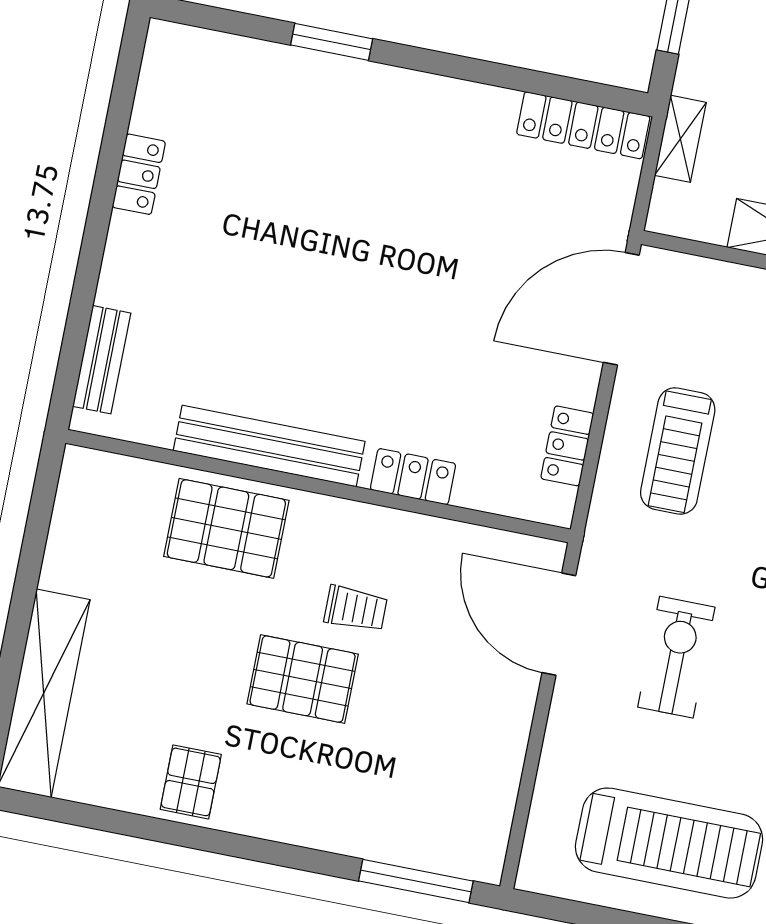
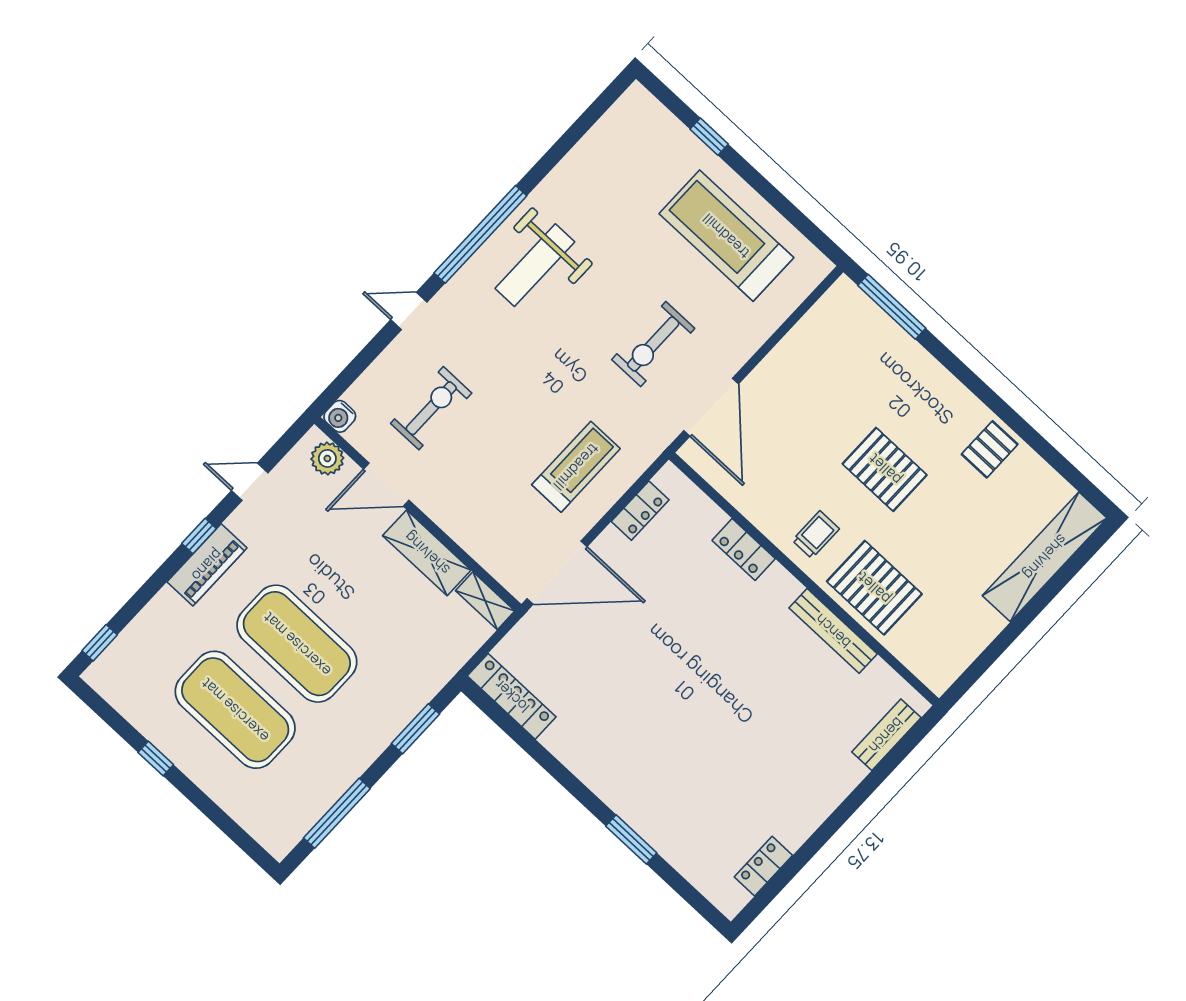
shelving: (680, 139) -> (485, 601), moved, turned 90
locker: (139, 174) -> (763, 866), moved
bench: (269, 446) -> (833, 631), width x0.73, depth x0.82
trolley: (356, 609) -> (816, 535), moved, turned 90

